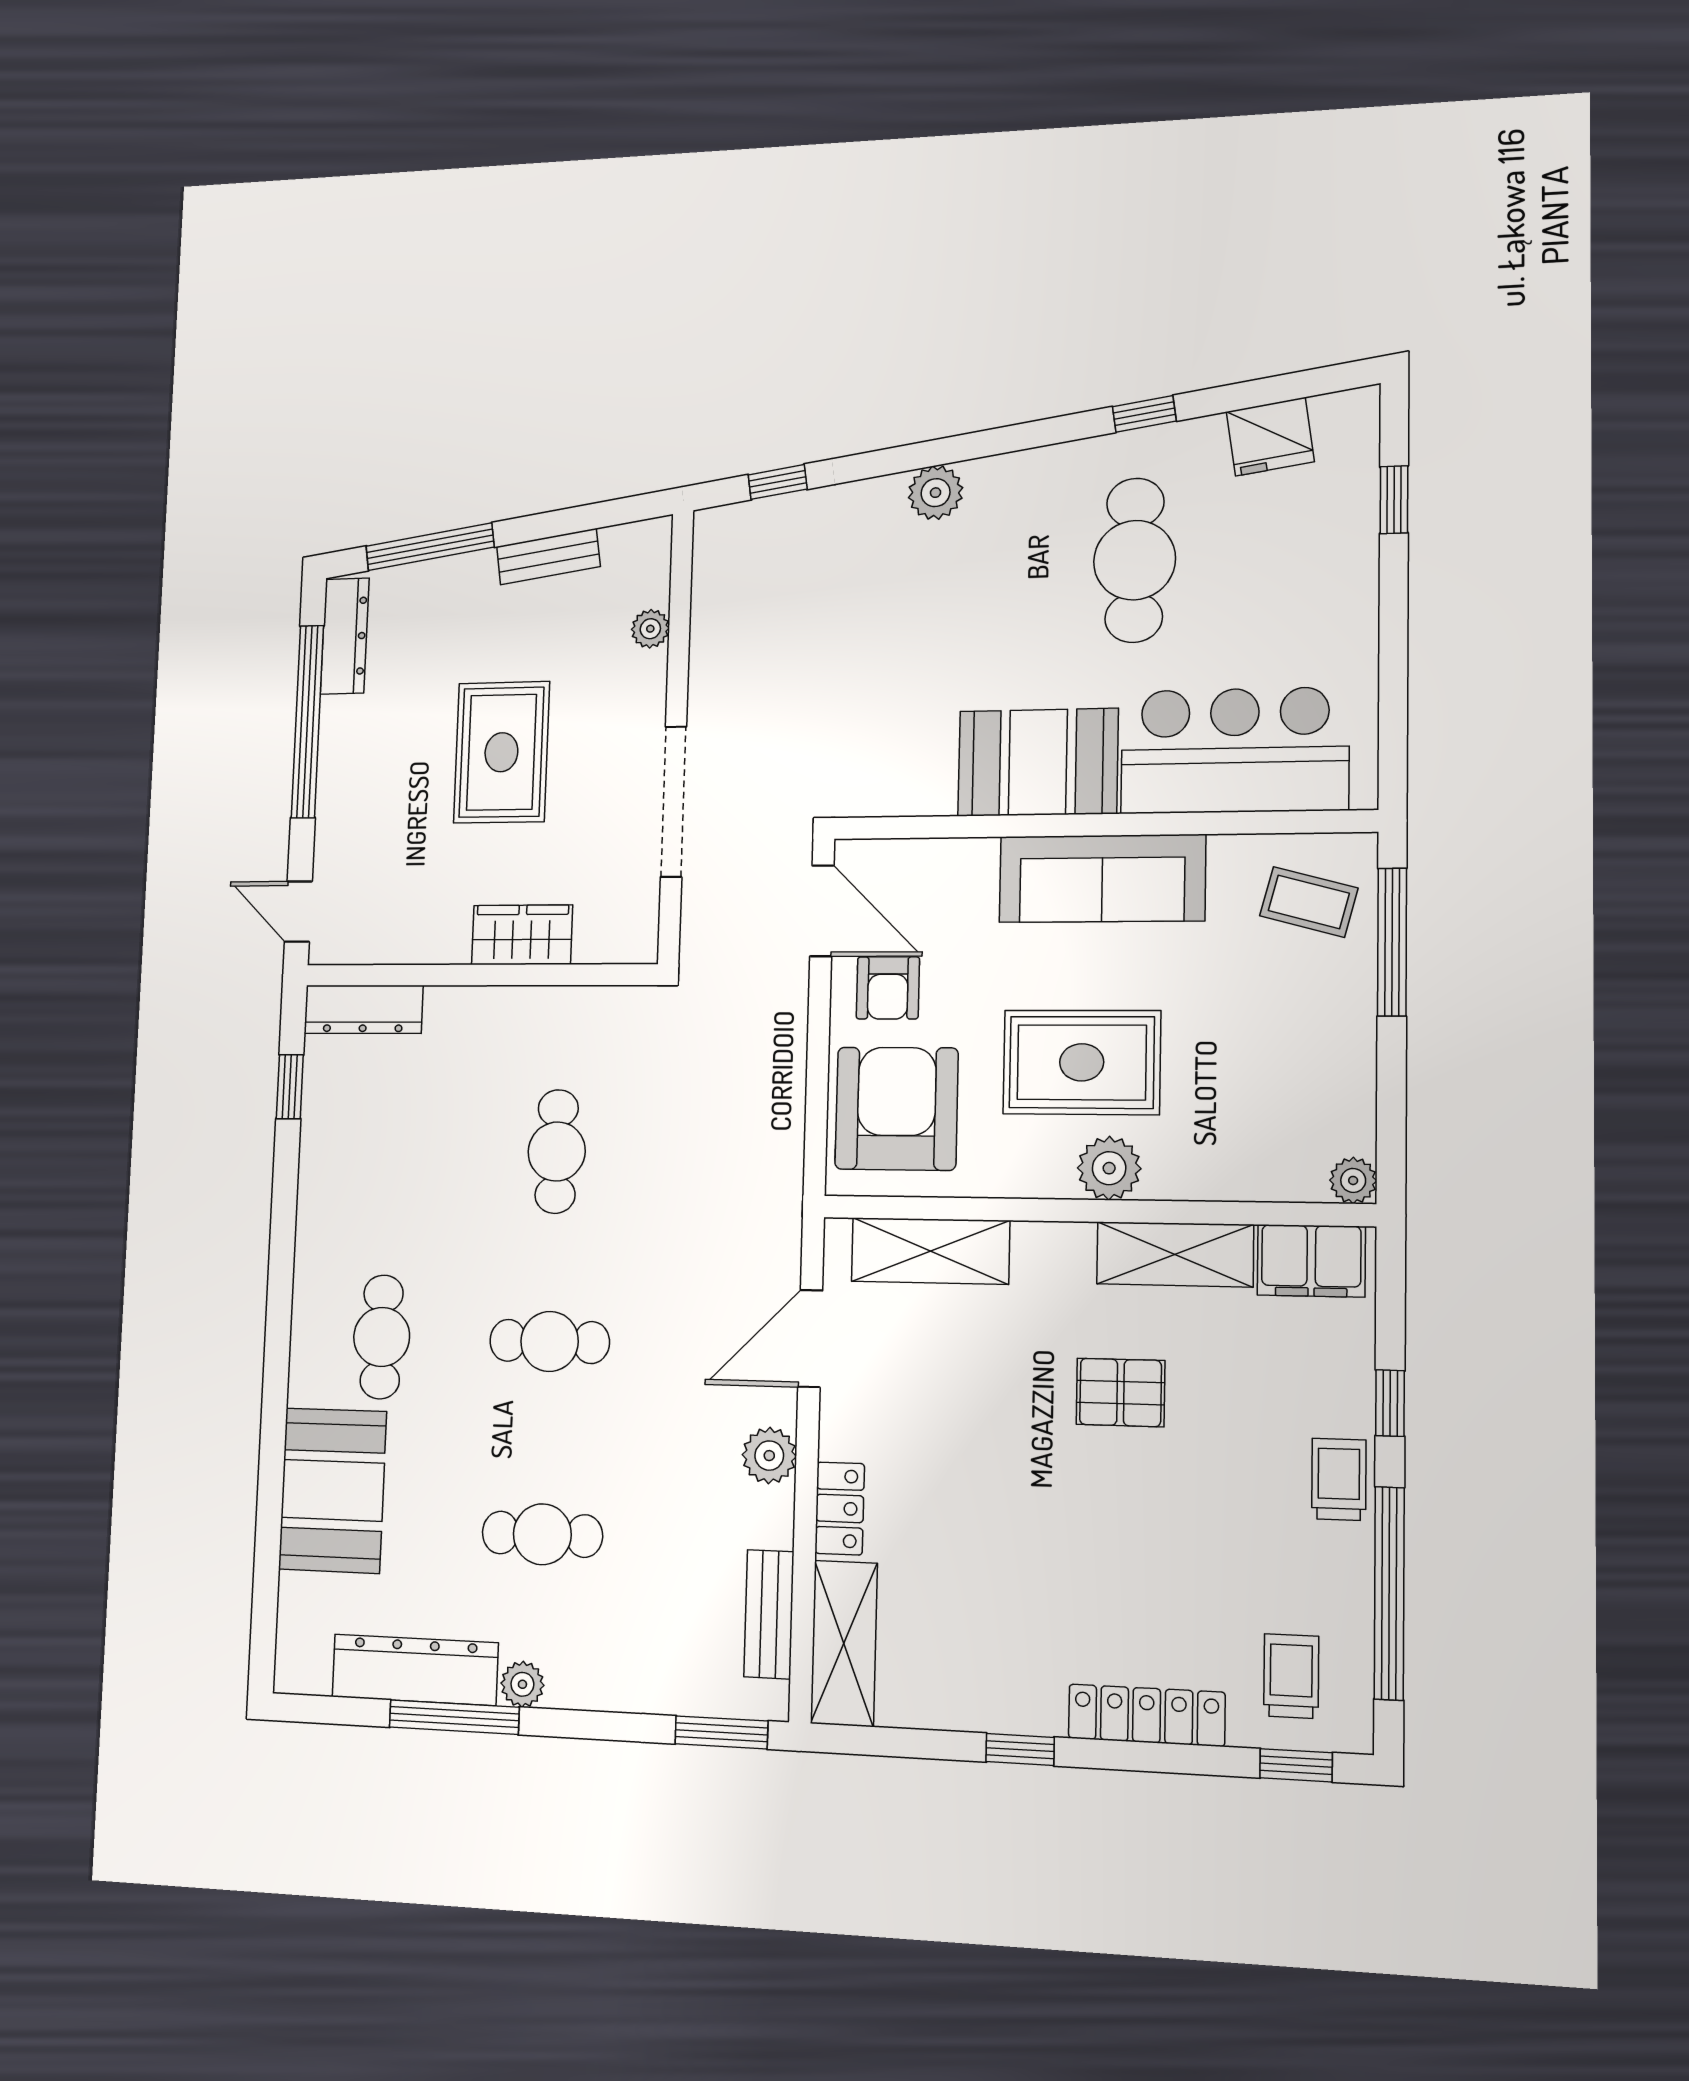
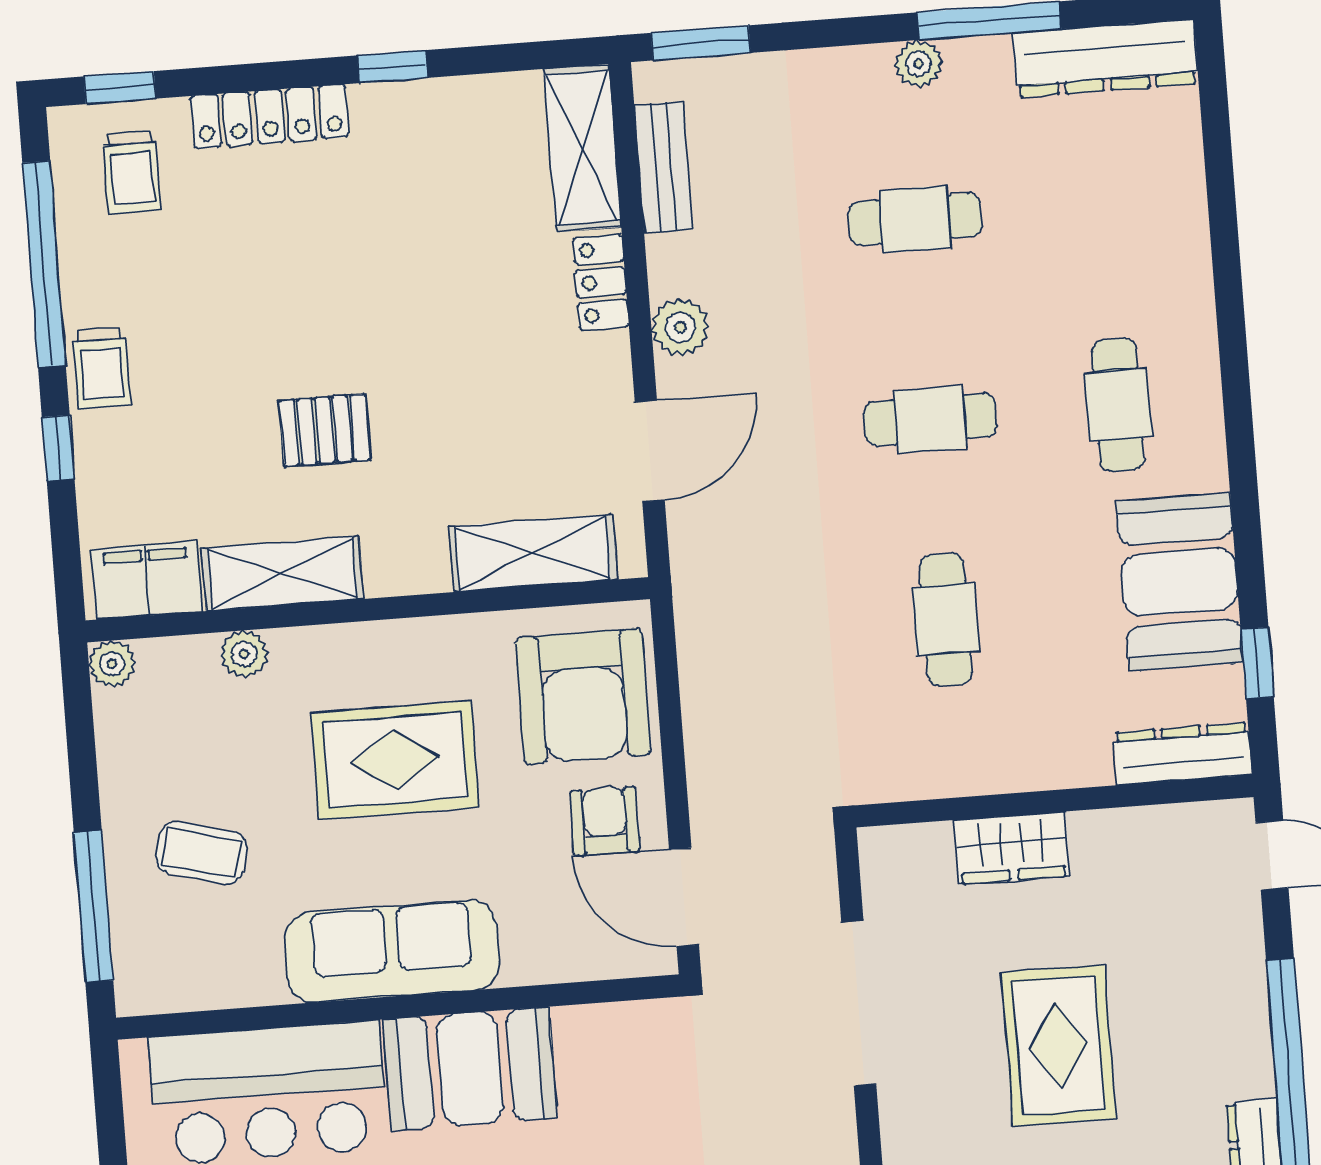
coffee table: (1309, 902) -> (202, 853), moved
plant: (1109, 1168) -> (244, 654), moved, width x0.73, depth x0.73
booth: (333, 1490) -> (1180, 582), moved
dresser: (415, 1670) -> (1105, 58), moved

